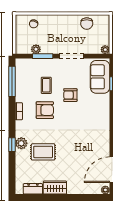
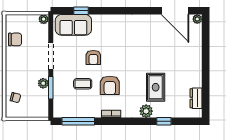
plant: (36, 49) -> (43, 83), moved
armchair: (45, 110) -> (110, 85), turned 180
window: (12, 145) -> (164, 121), moved
wardrobe: (55, 188) -> (195, 74), removed

